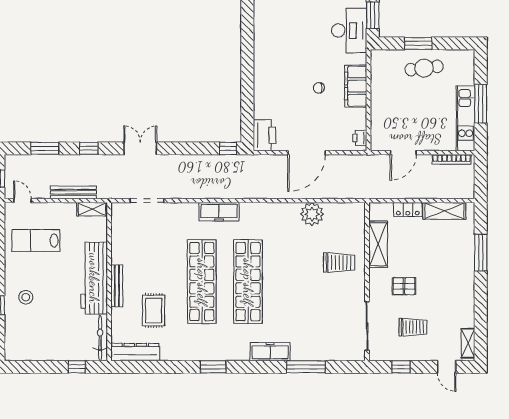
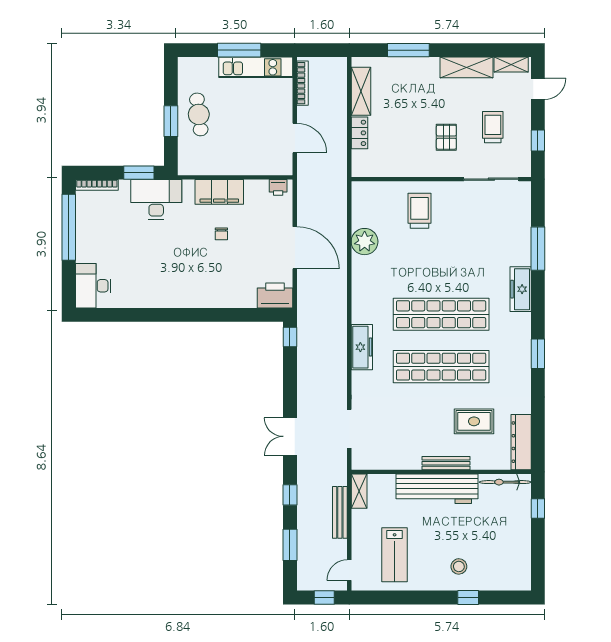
shelving: (378, 244) -> (466, 67), moved

